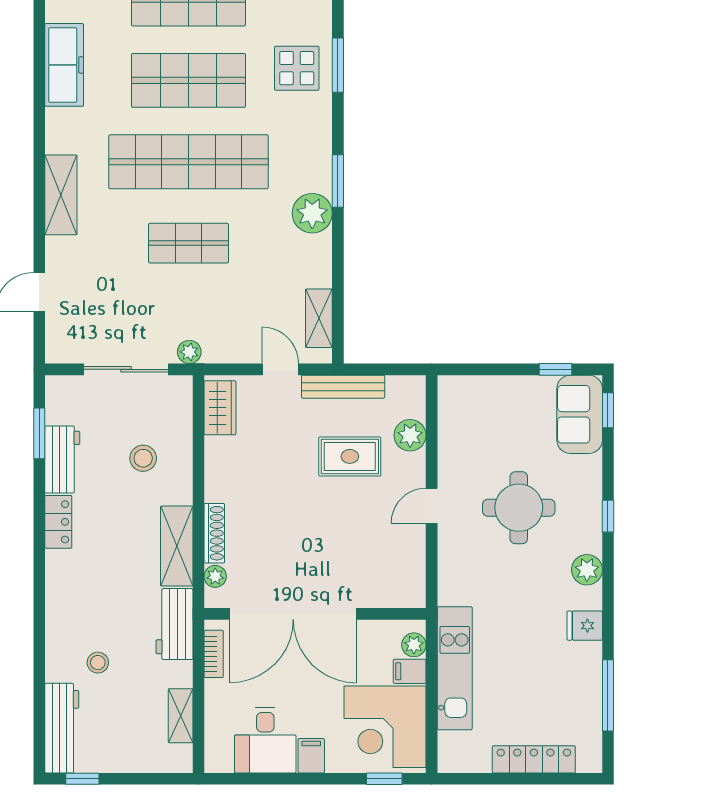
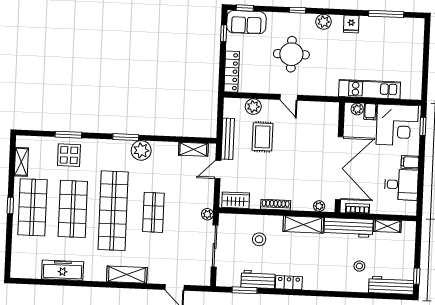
shoe rack: (214, 533) -> (276, 205), moved
workbench: (174, 624) -> (348, 228), width x1.38
locker: (534, 759) -> (232, 72), moved, turned 180

